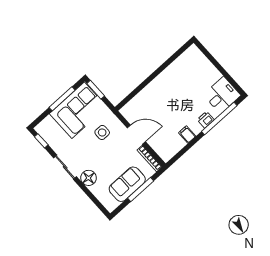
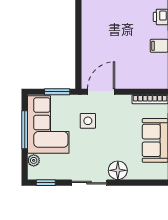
window: (96, 90) -> (57, 92), moved
plant: (48, 121) -> (34, 160), added
door: (136, 135) -> (101, 92), moved

